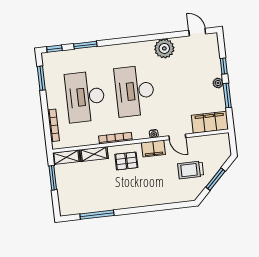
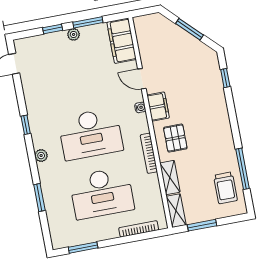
plant: (164, 48) -> (41, 156), moved, width x0.53, depth x0.53
window: (54, 49) -> (26, 125), moved
door: (177, 137) -> (142, 79), swing flipped
trolley: (191, 170) -> (225, 188), moved
window: (173, 206) -> (225, 78), added

